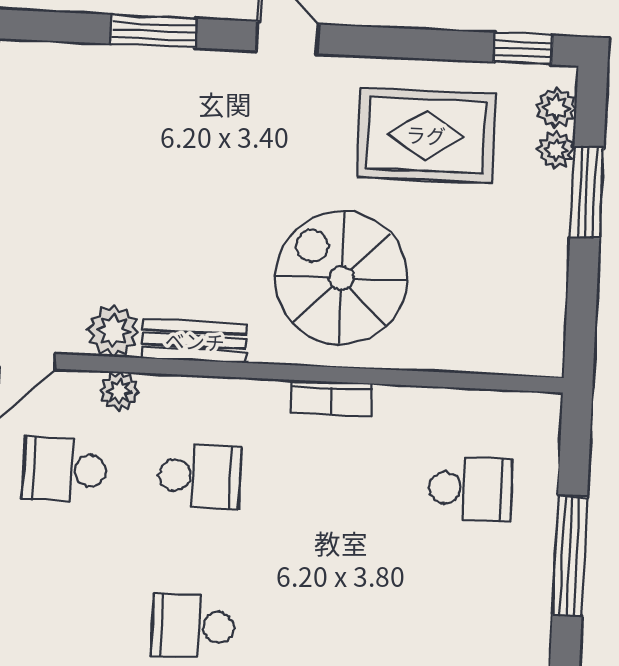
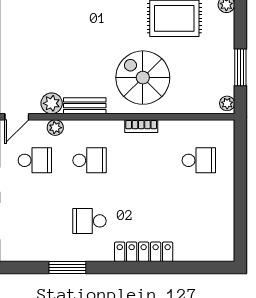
plant: (556, 150) -> (227, 103), moved
window: (587, 193) -> (240, 67), moved
school desk: (65, 470) -> (35, 160), turned 180
window: (570, 556) -> (240, 186), removed

